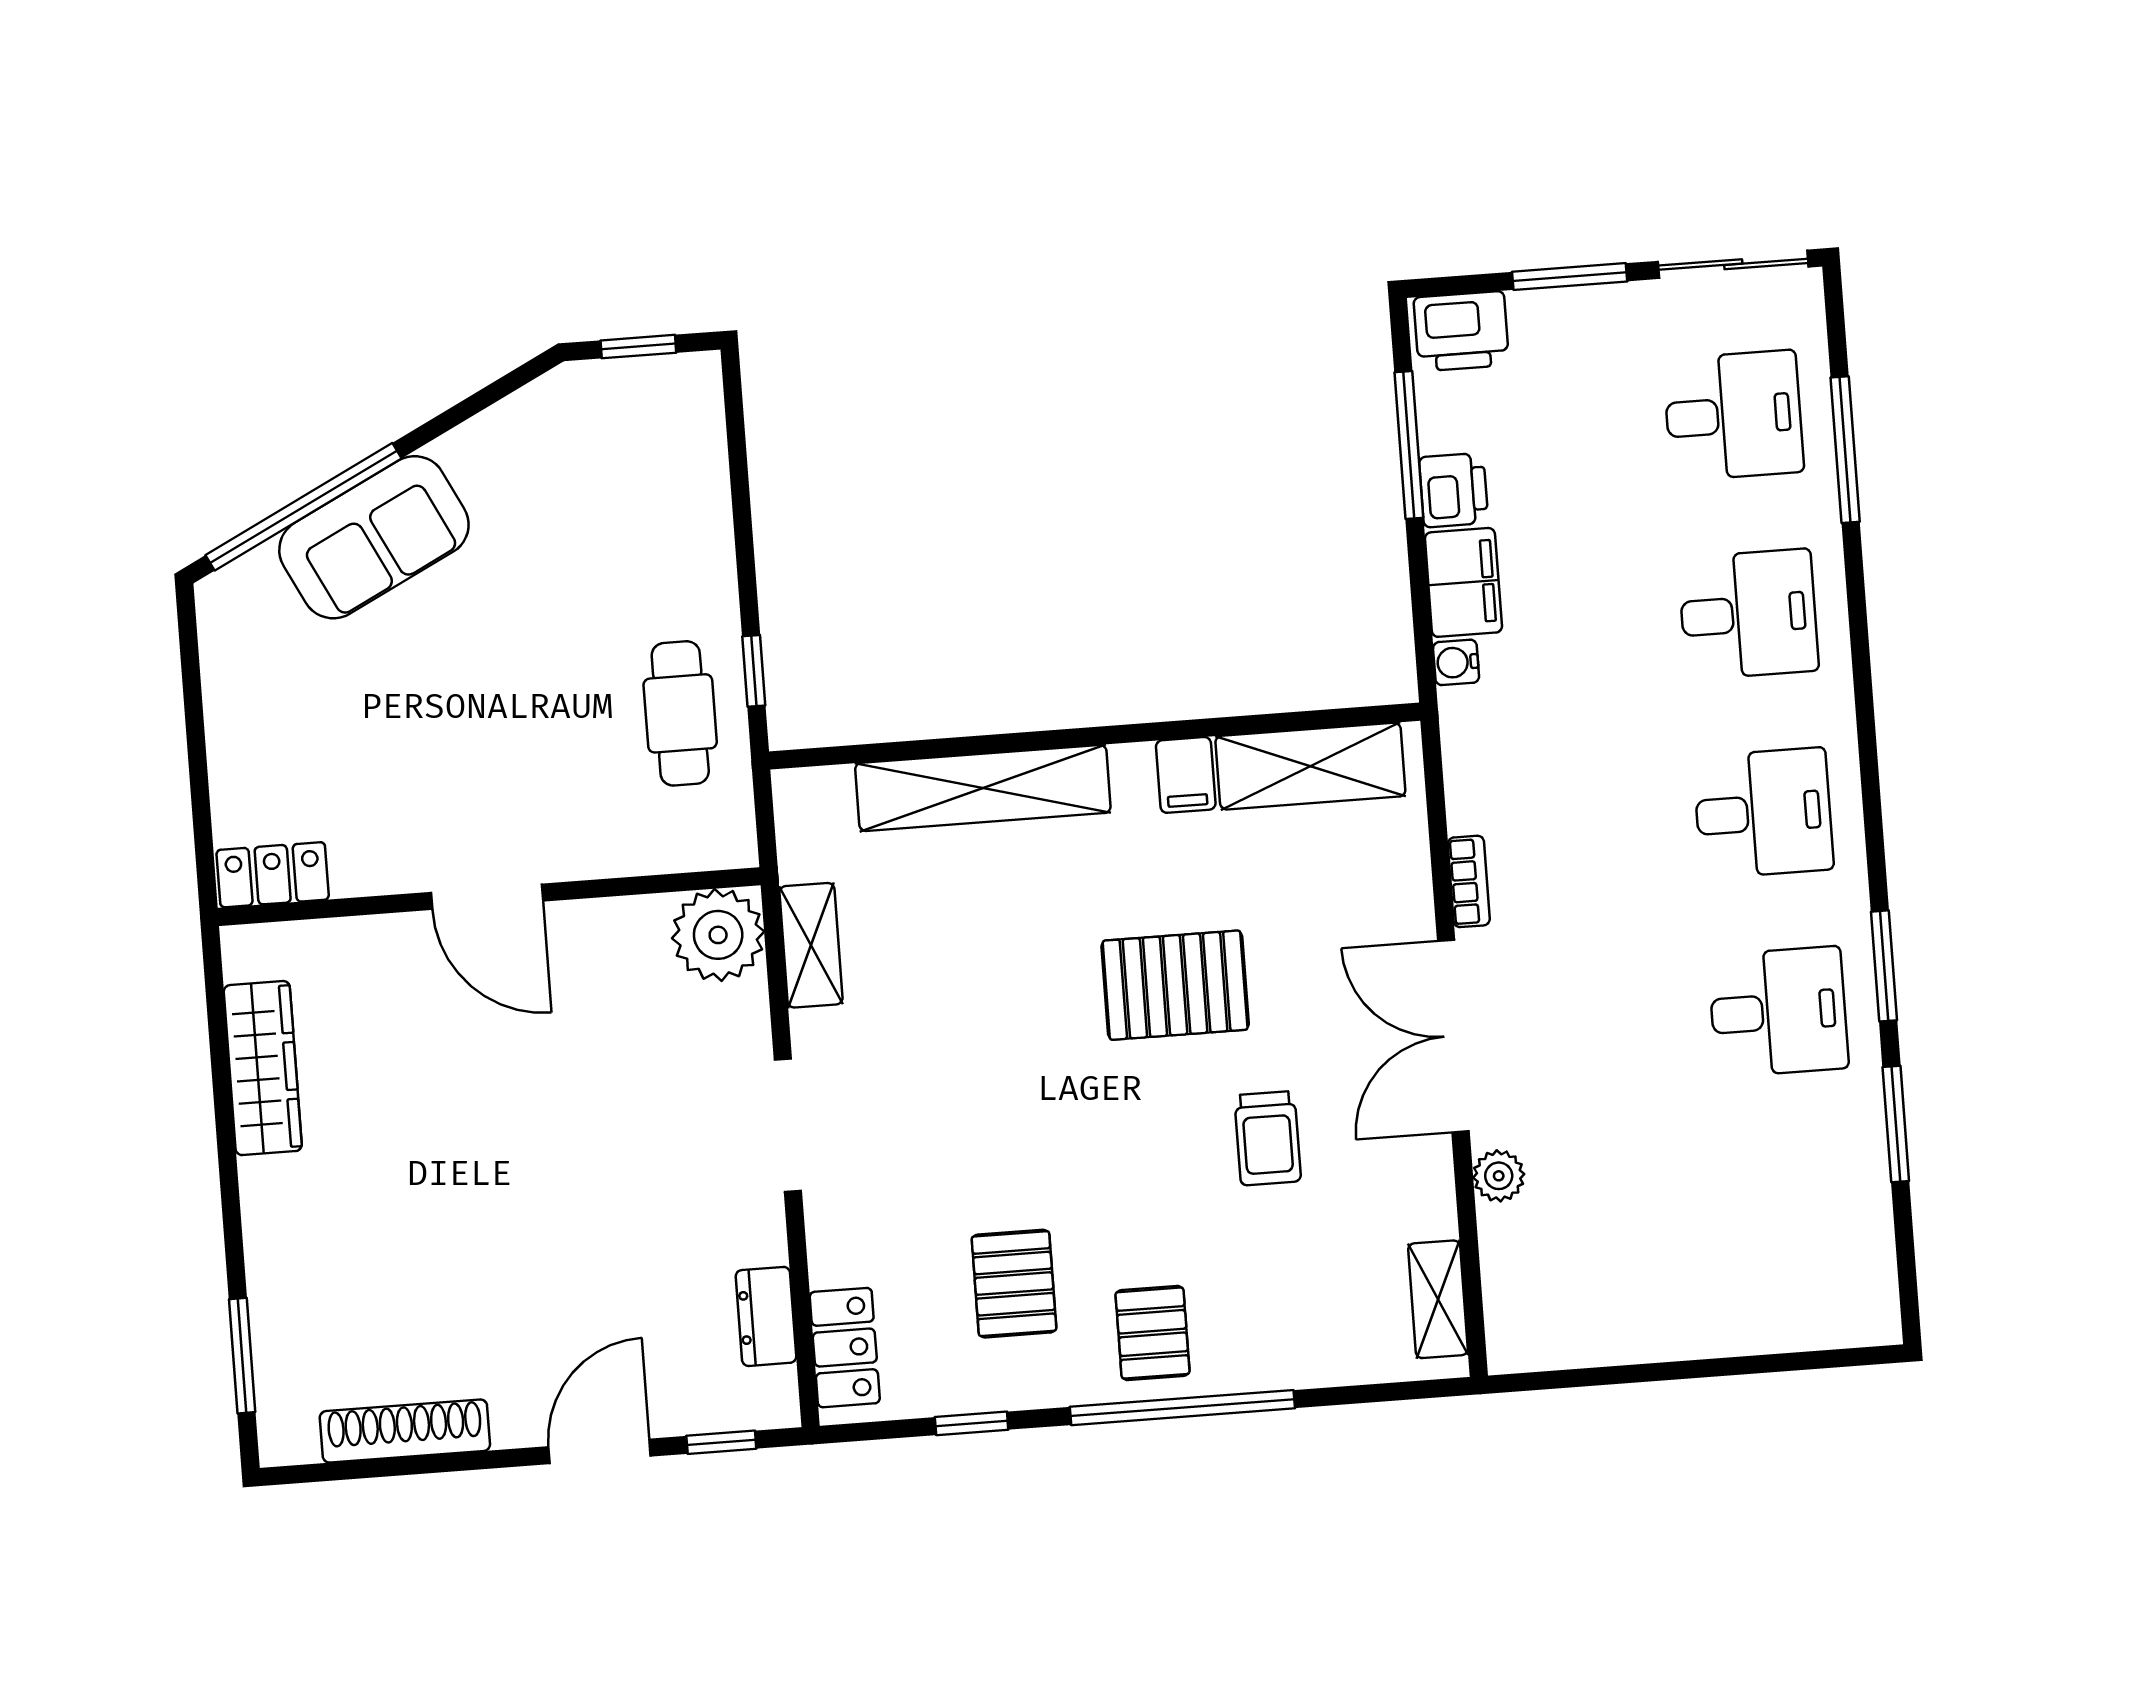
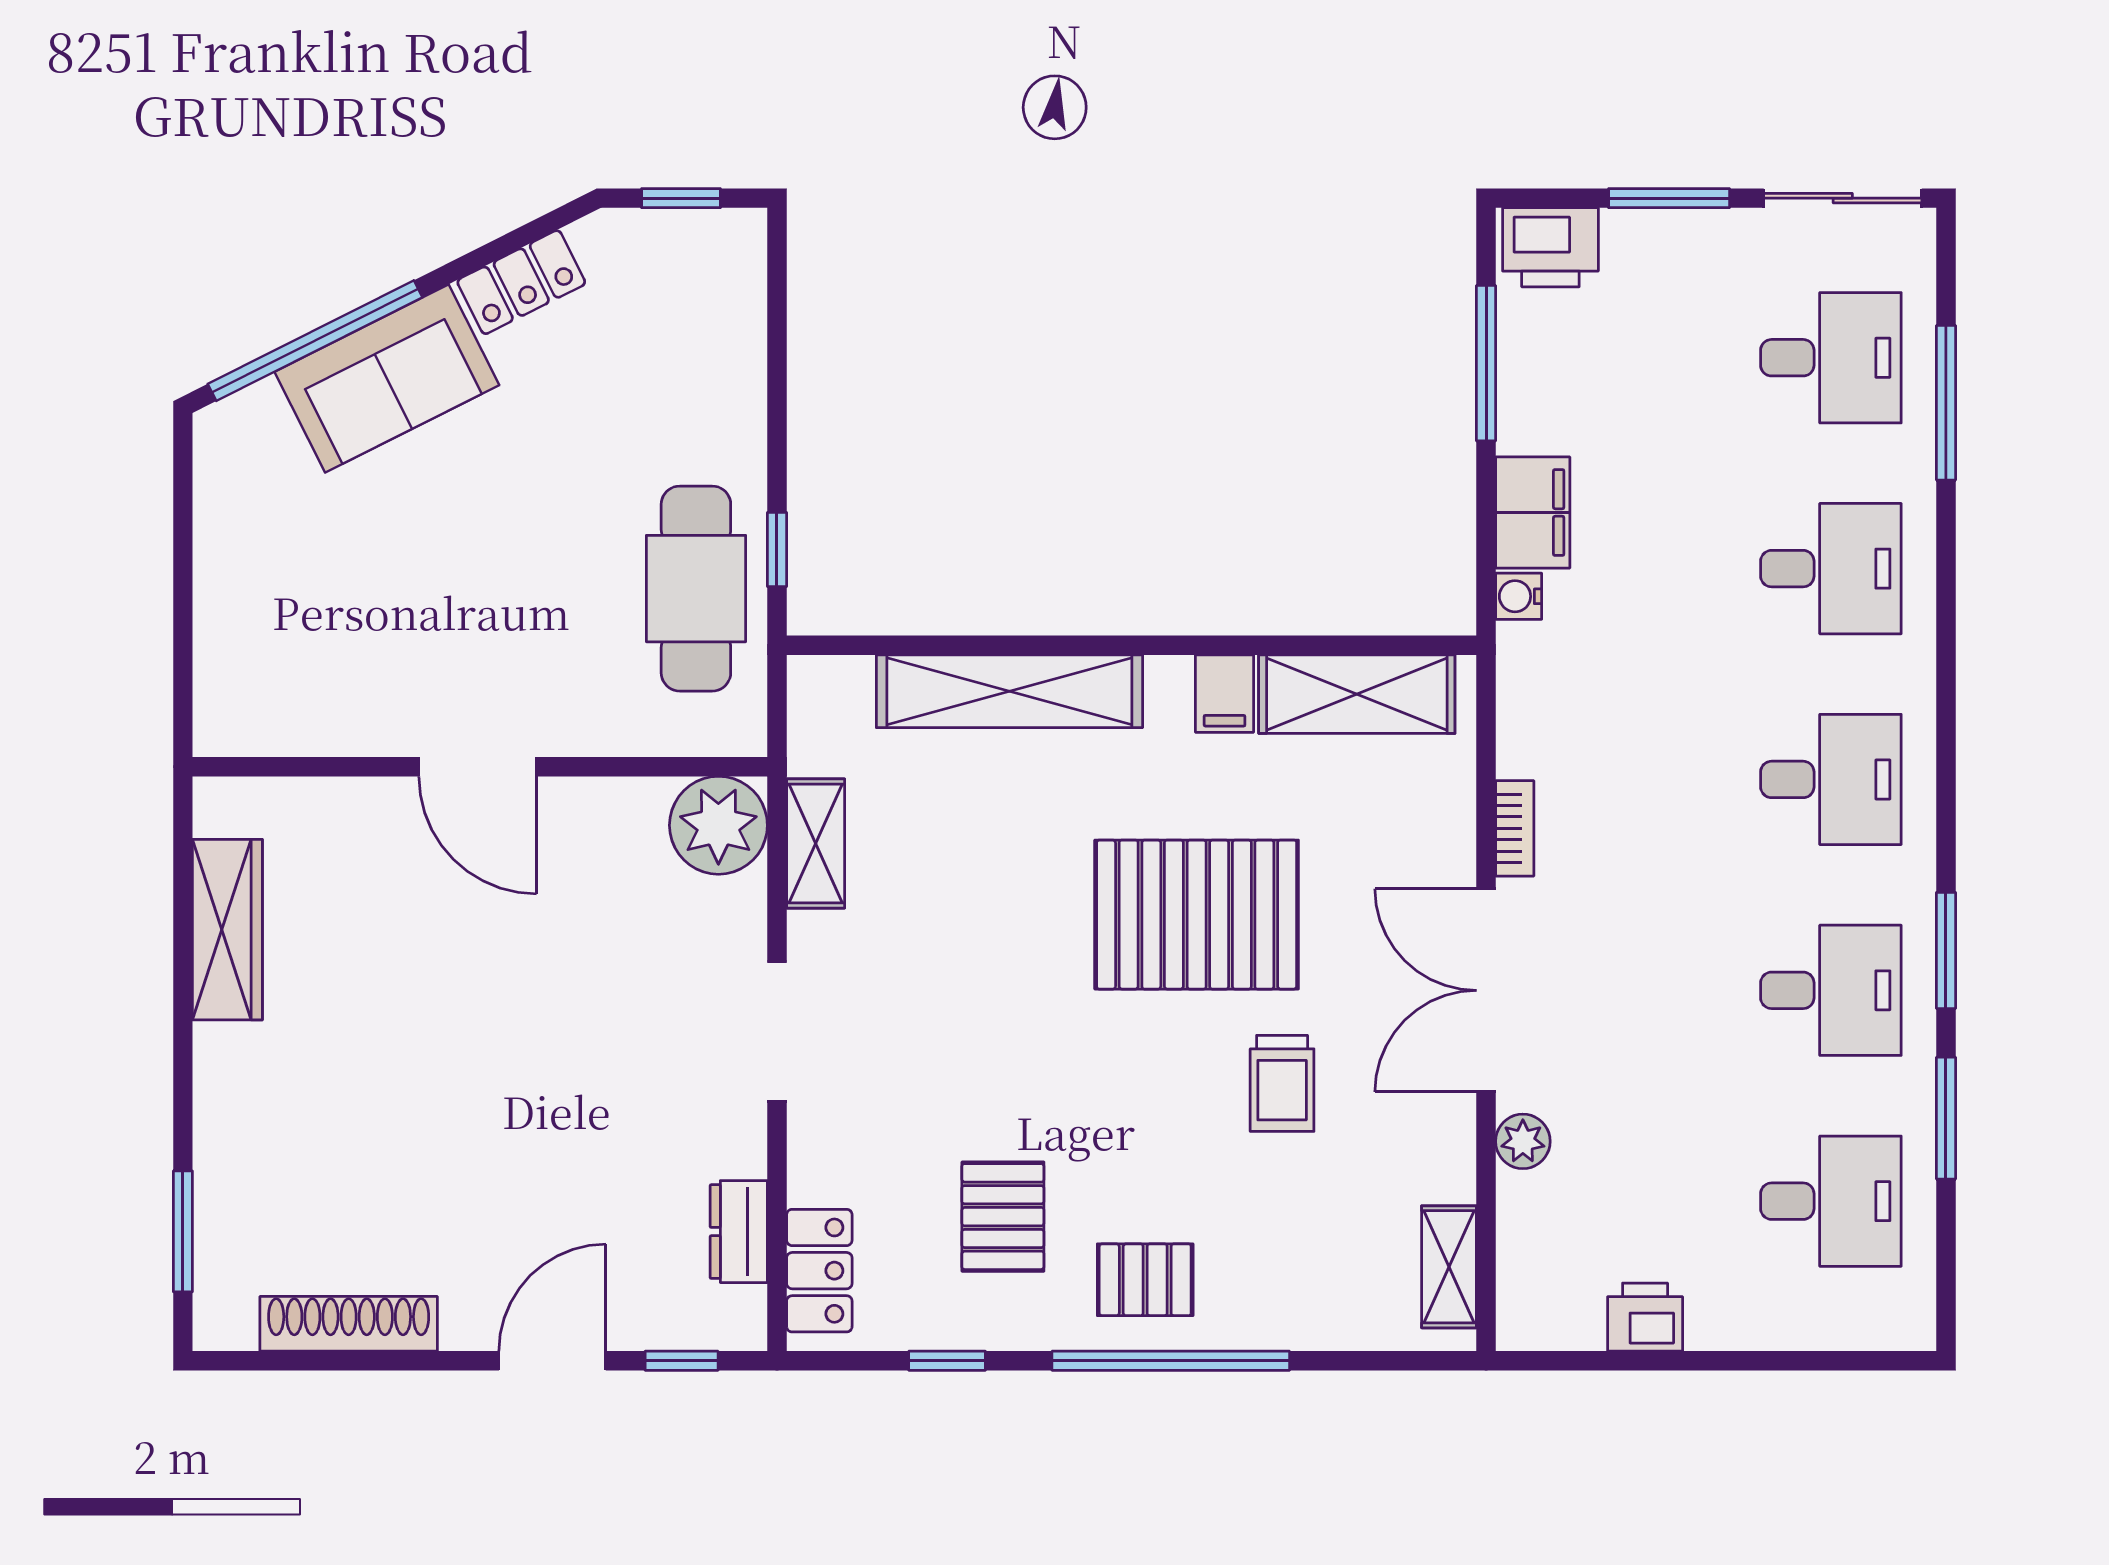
printer: (1454, 490) -> (1645, 1317), moved, turned -90
cafe table: (680, 713) -> (696, 589), width x1.37, depth x1.35
locker: (273, 875) -> (521, 282), moved, turned 153
pallet: (1175, 985) -> (1197, 915), width x1.37, depth x1.41
desk: (1793, 1210) -> (1831, 1201), added
pallet: (1153, 1333) -> (1145, 1280), turned 90

